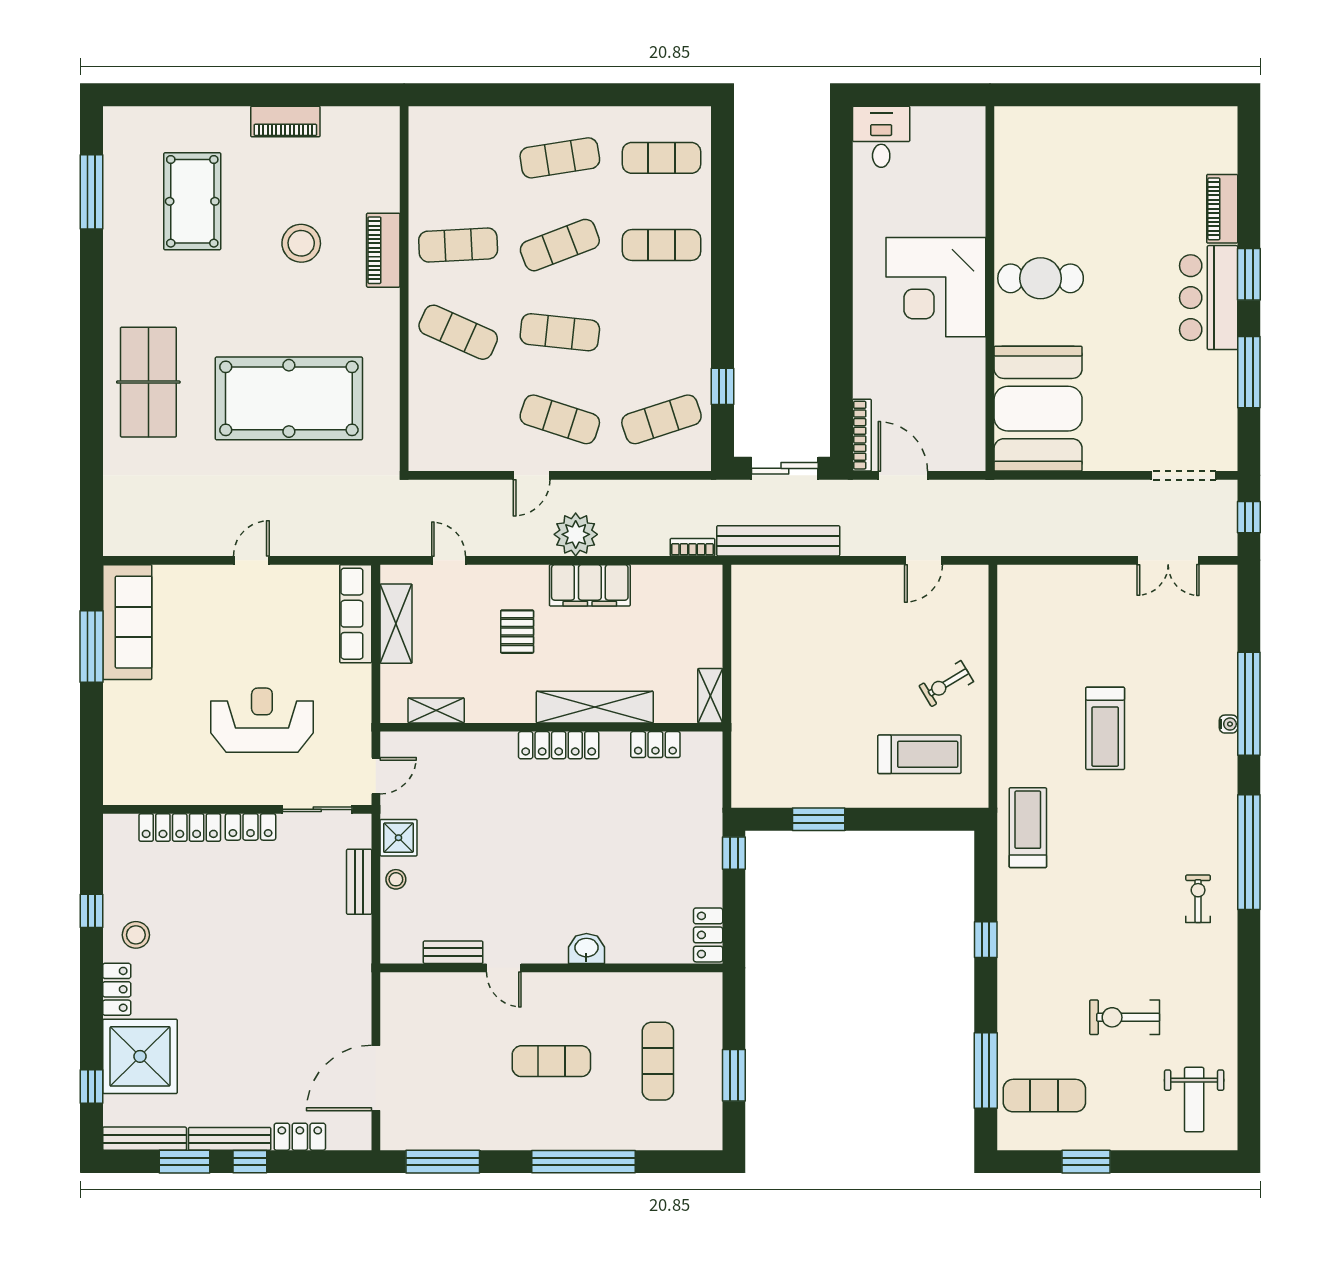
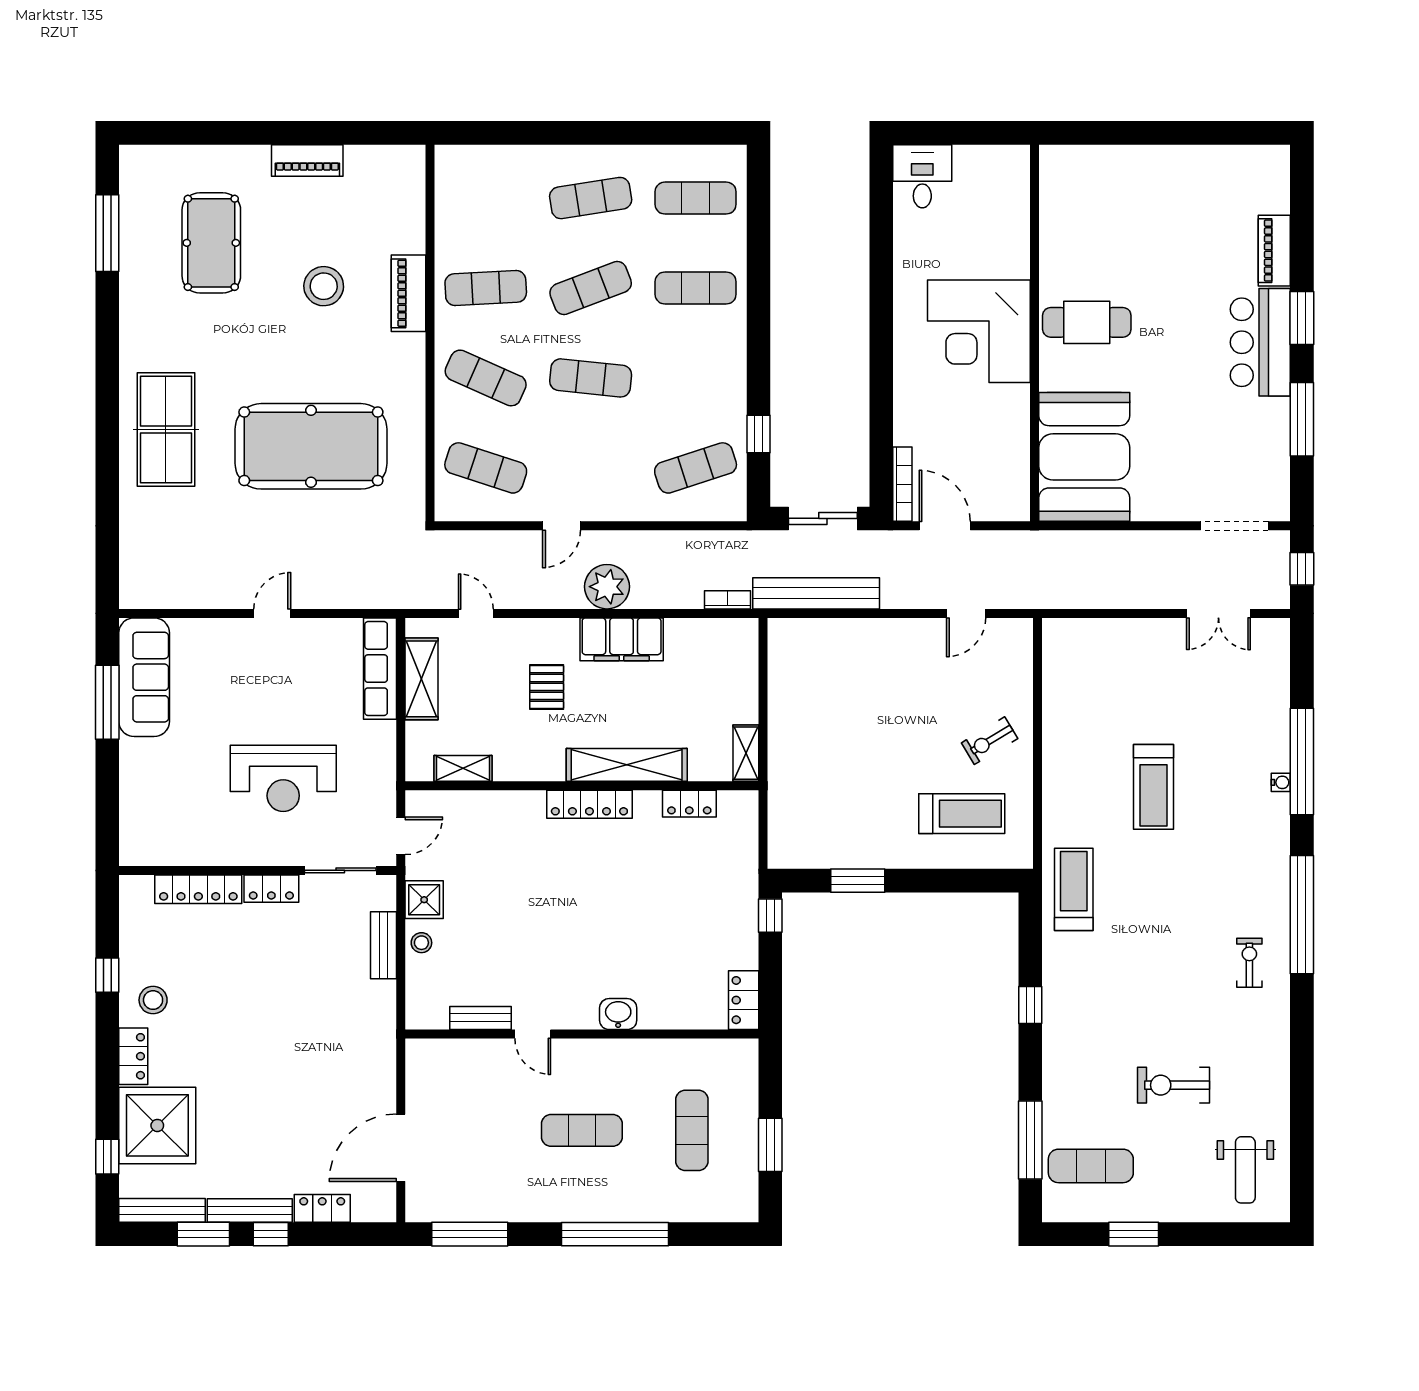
exercise mat: (560, 419) -> (486, 468), moved
reception desk: (262, 720) -> (283, 778), turned 180

